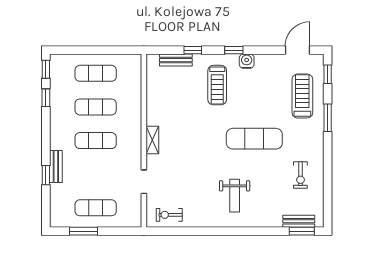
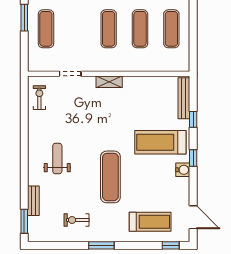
bench: (176, 60) -> (184, 98), width x1.36
treadmill: (217, 85) -> (160, 142), width x1.37, depth x1.38
window: (328, 118) -> (101, 245), moved
weight bench: (235, 196) -> (57, 158), turned 90
bench: (299, 221) -> (33, 201), moved

